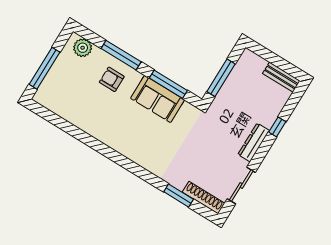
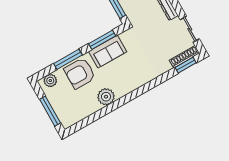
armchair: (112, 79) -> (80, 73), width x1.88, depth x1.88
plant: (100, 128) -> (106, 97), added
window: (179, 195) -> (186, 65), moved

